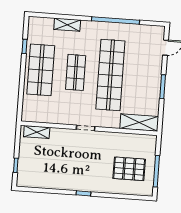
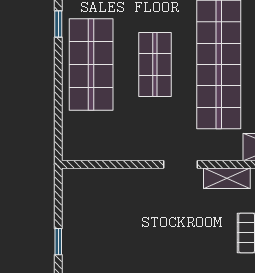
shelving: (37, 132) -> (227, 178), moved

